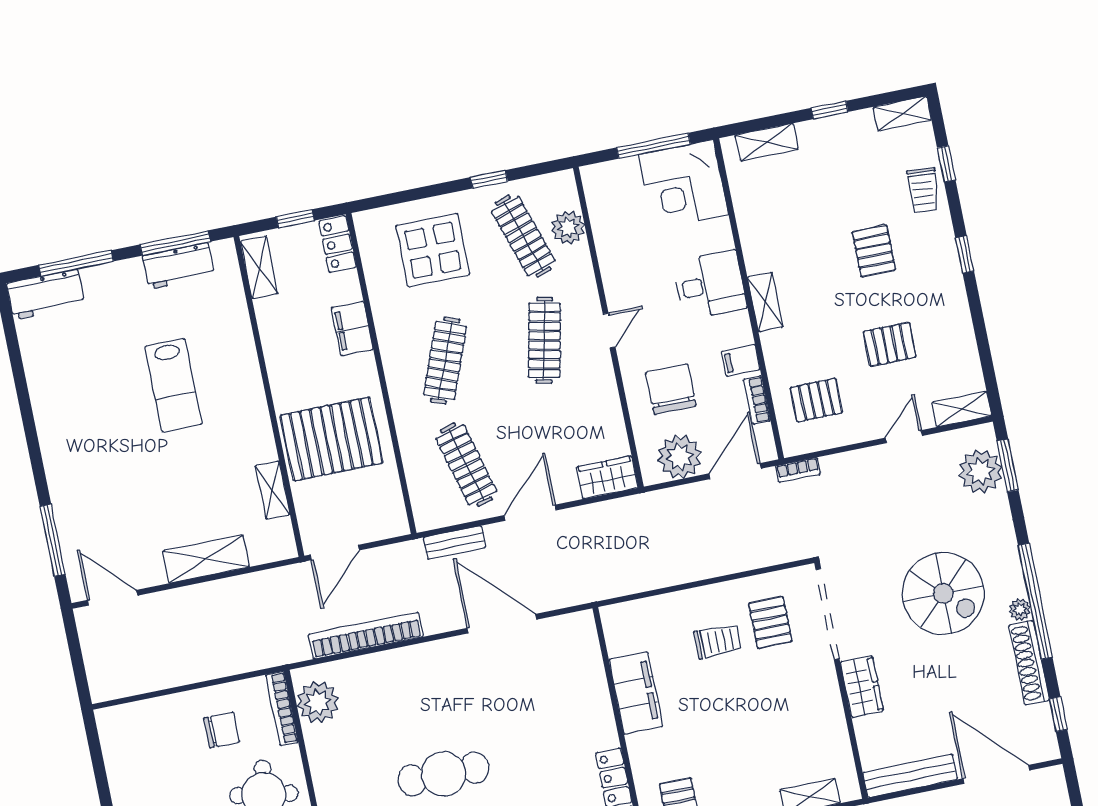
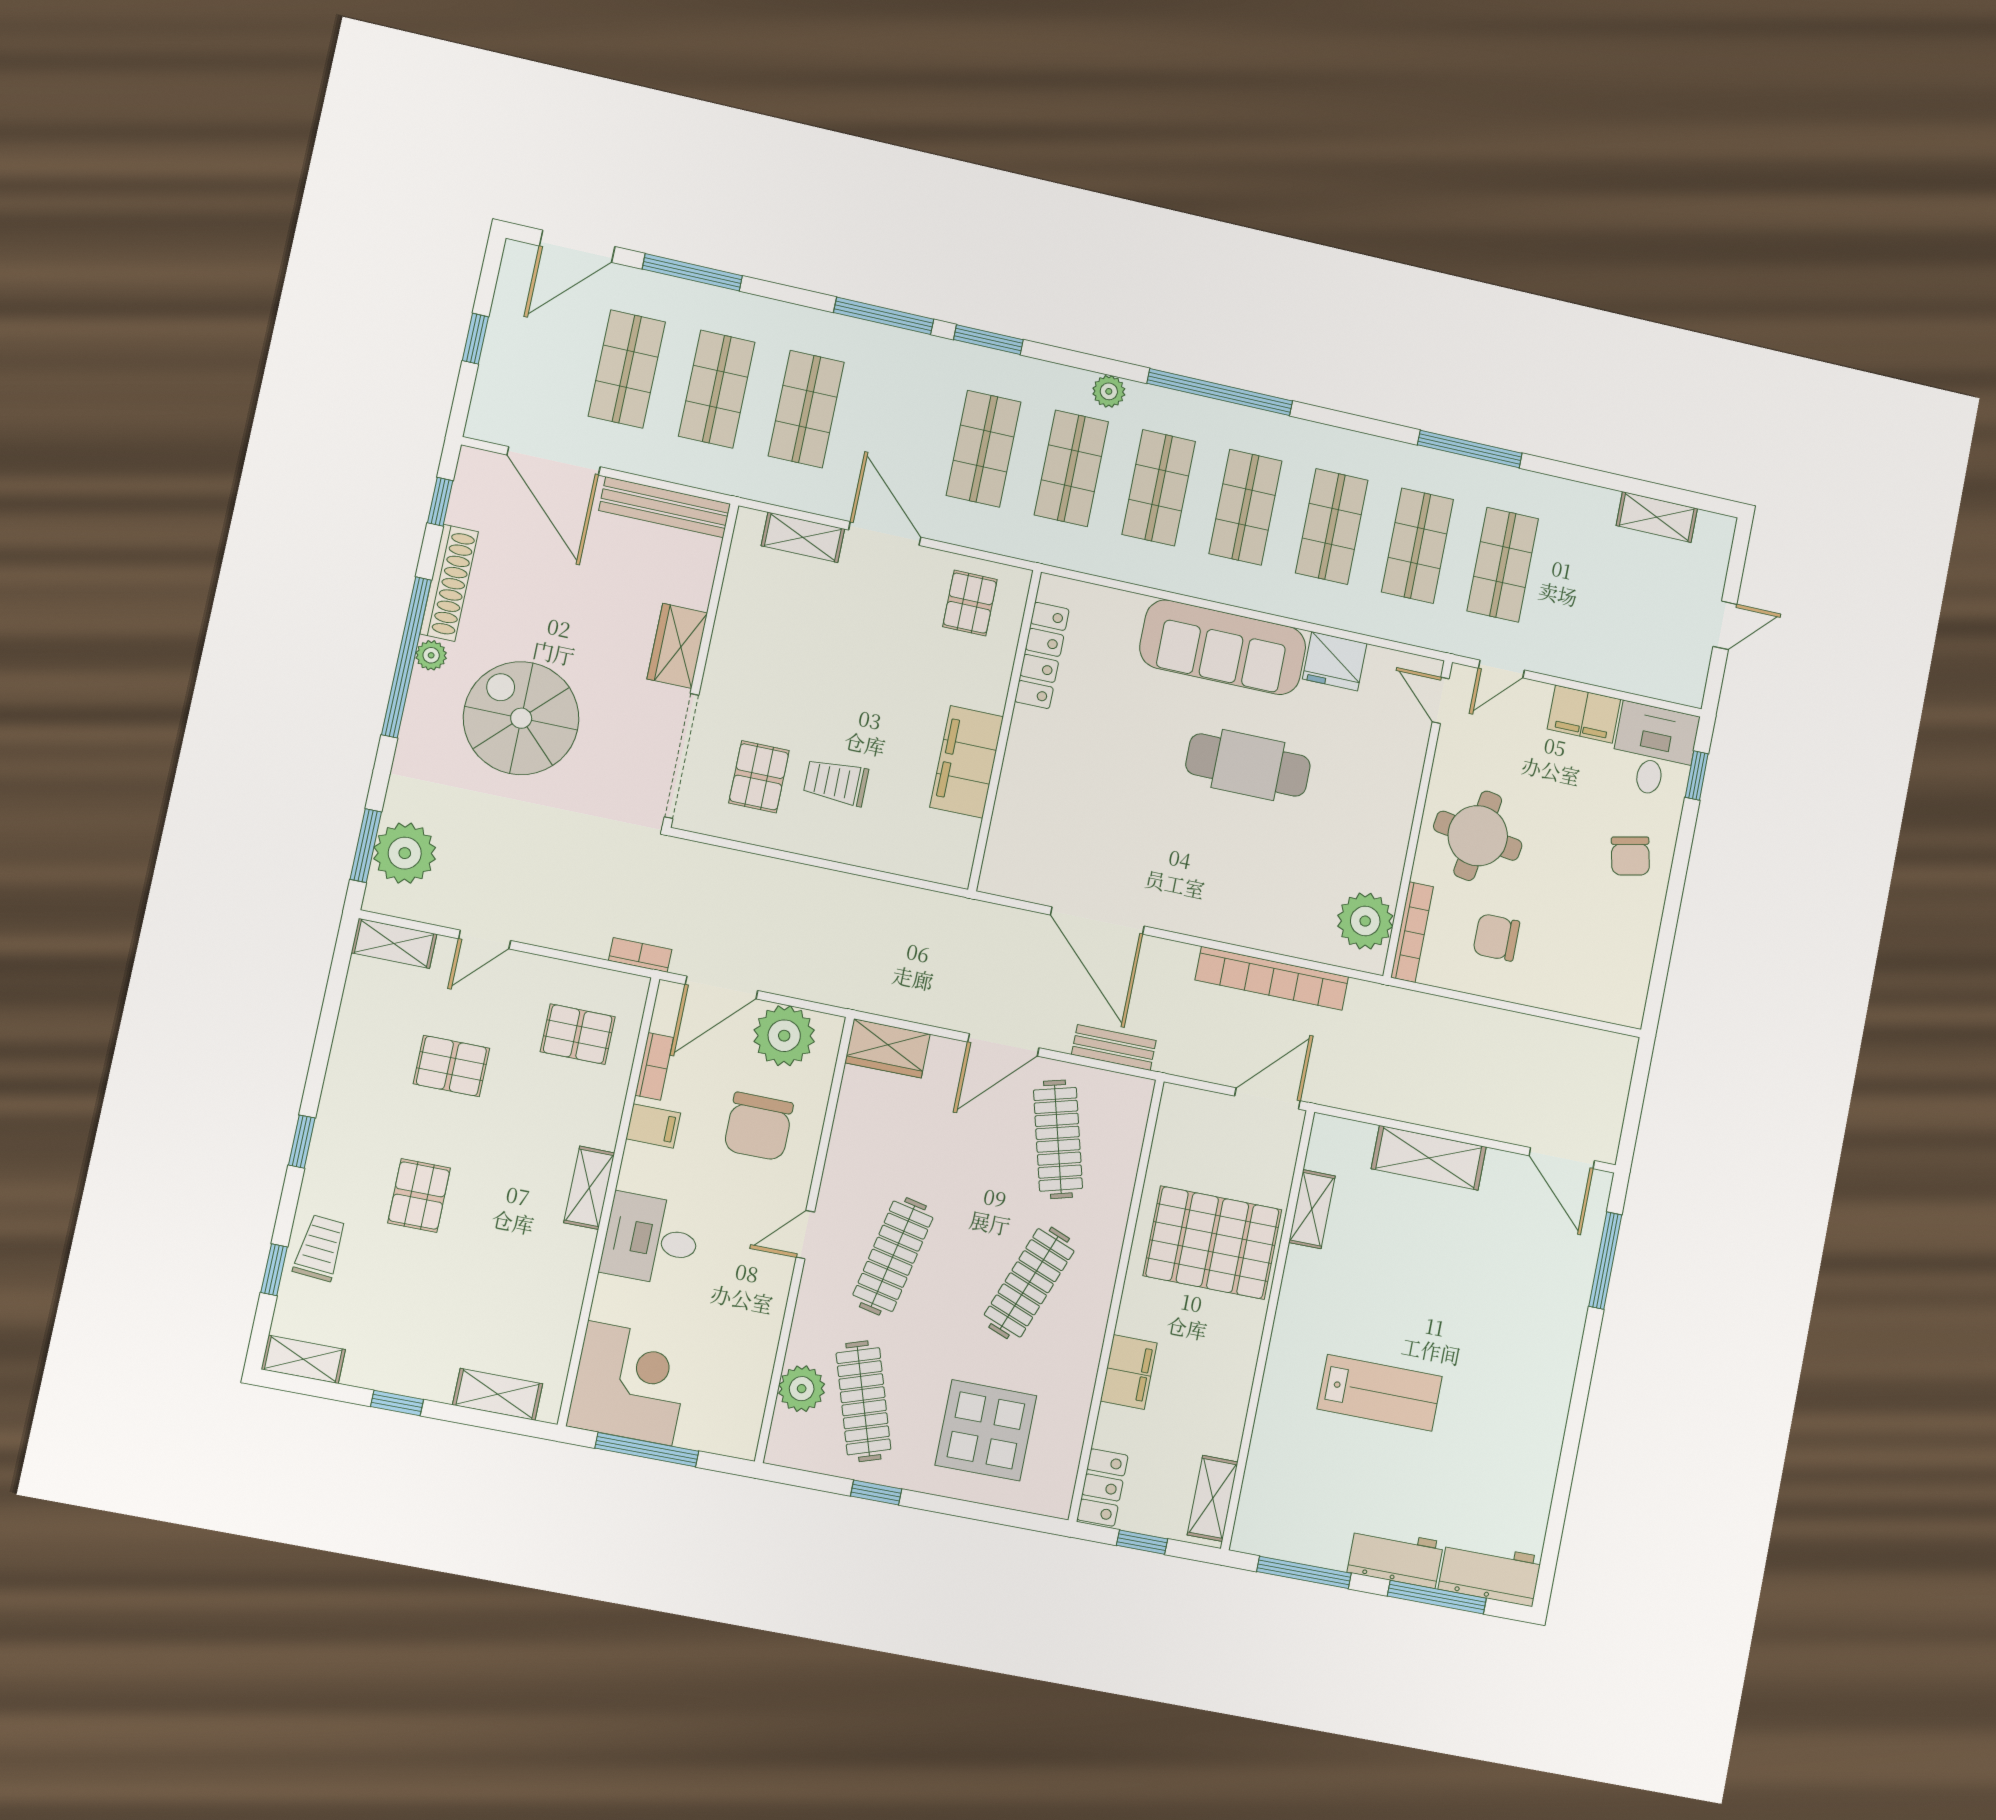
workbench: (178, 266) -> (1395, 1557), moved
lab bench: (173, 385) -> (1380, 1393), turned 90

